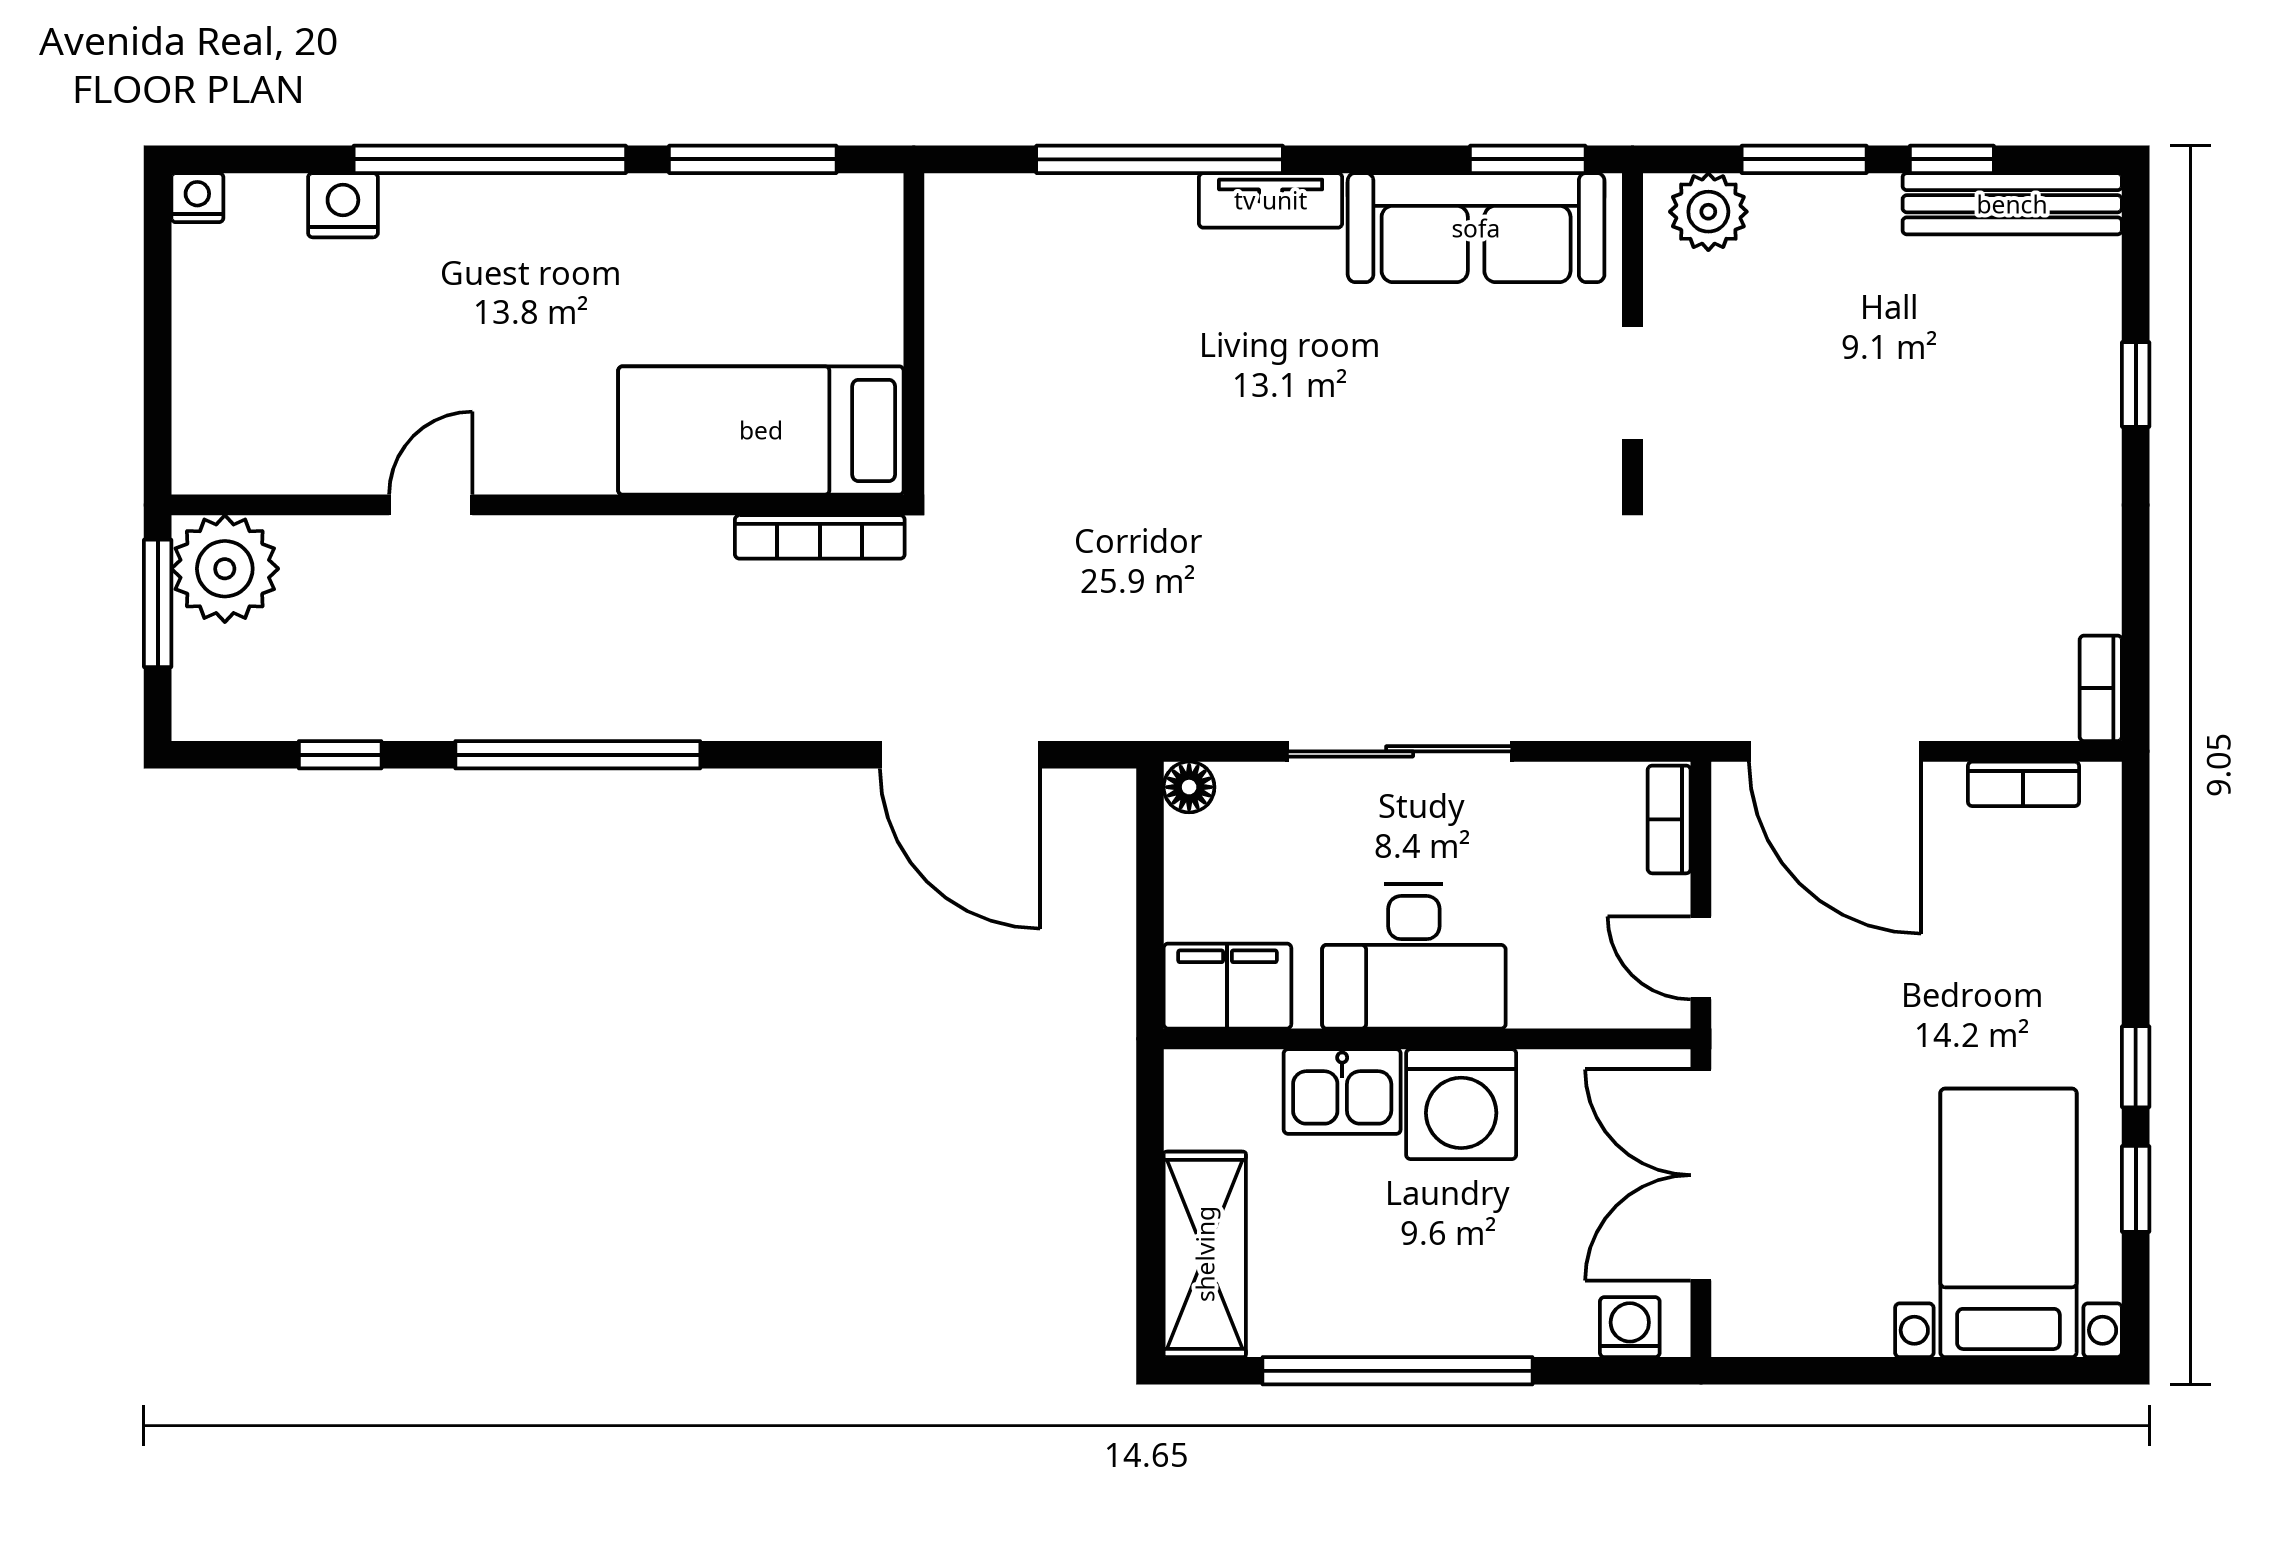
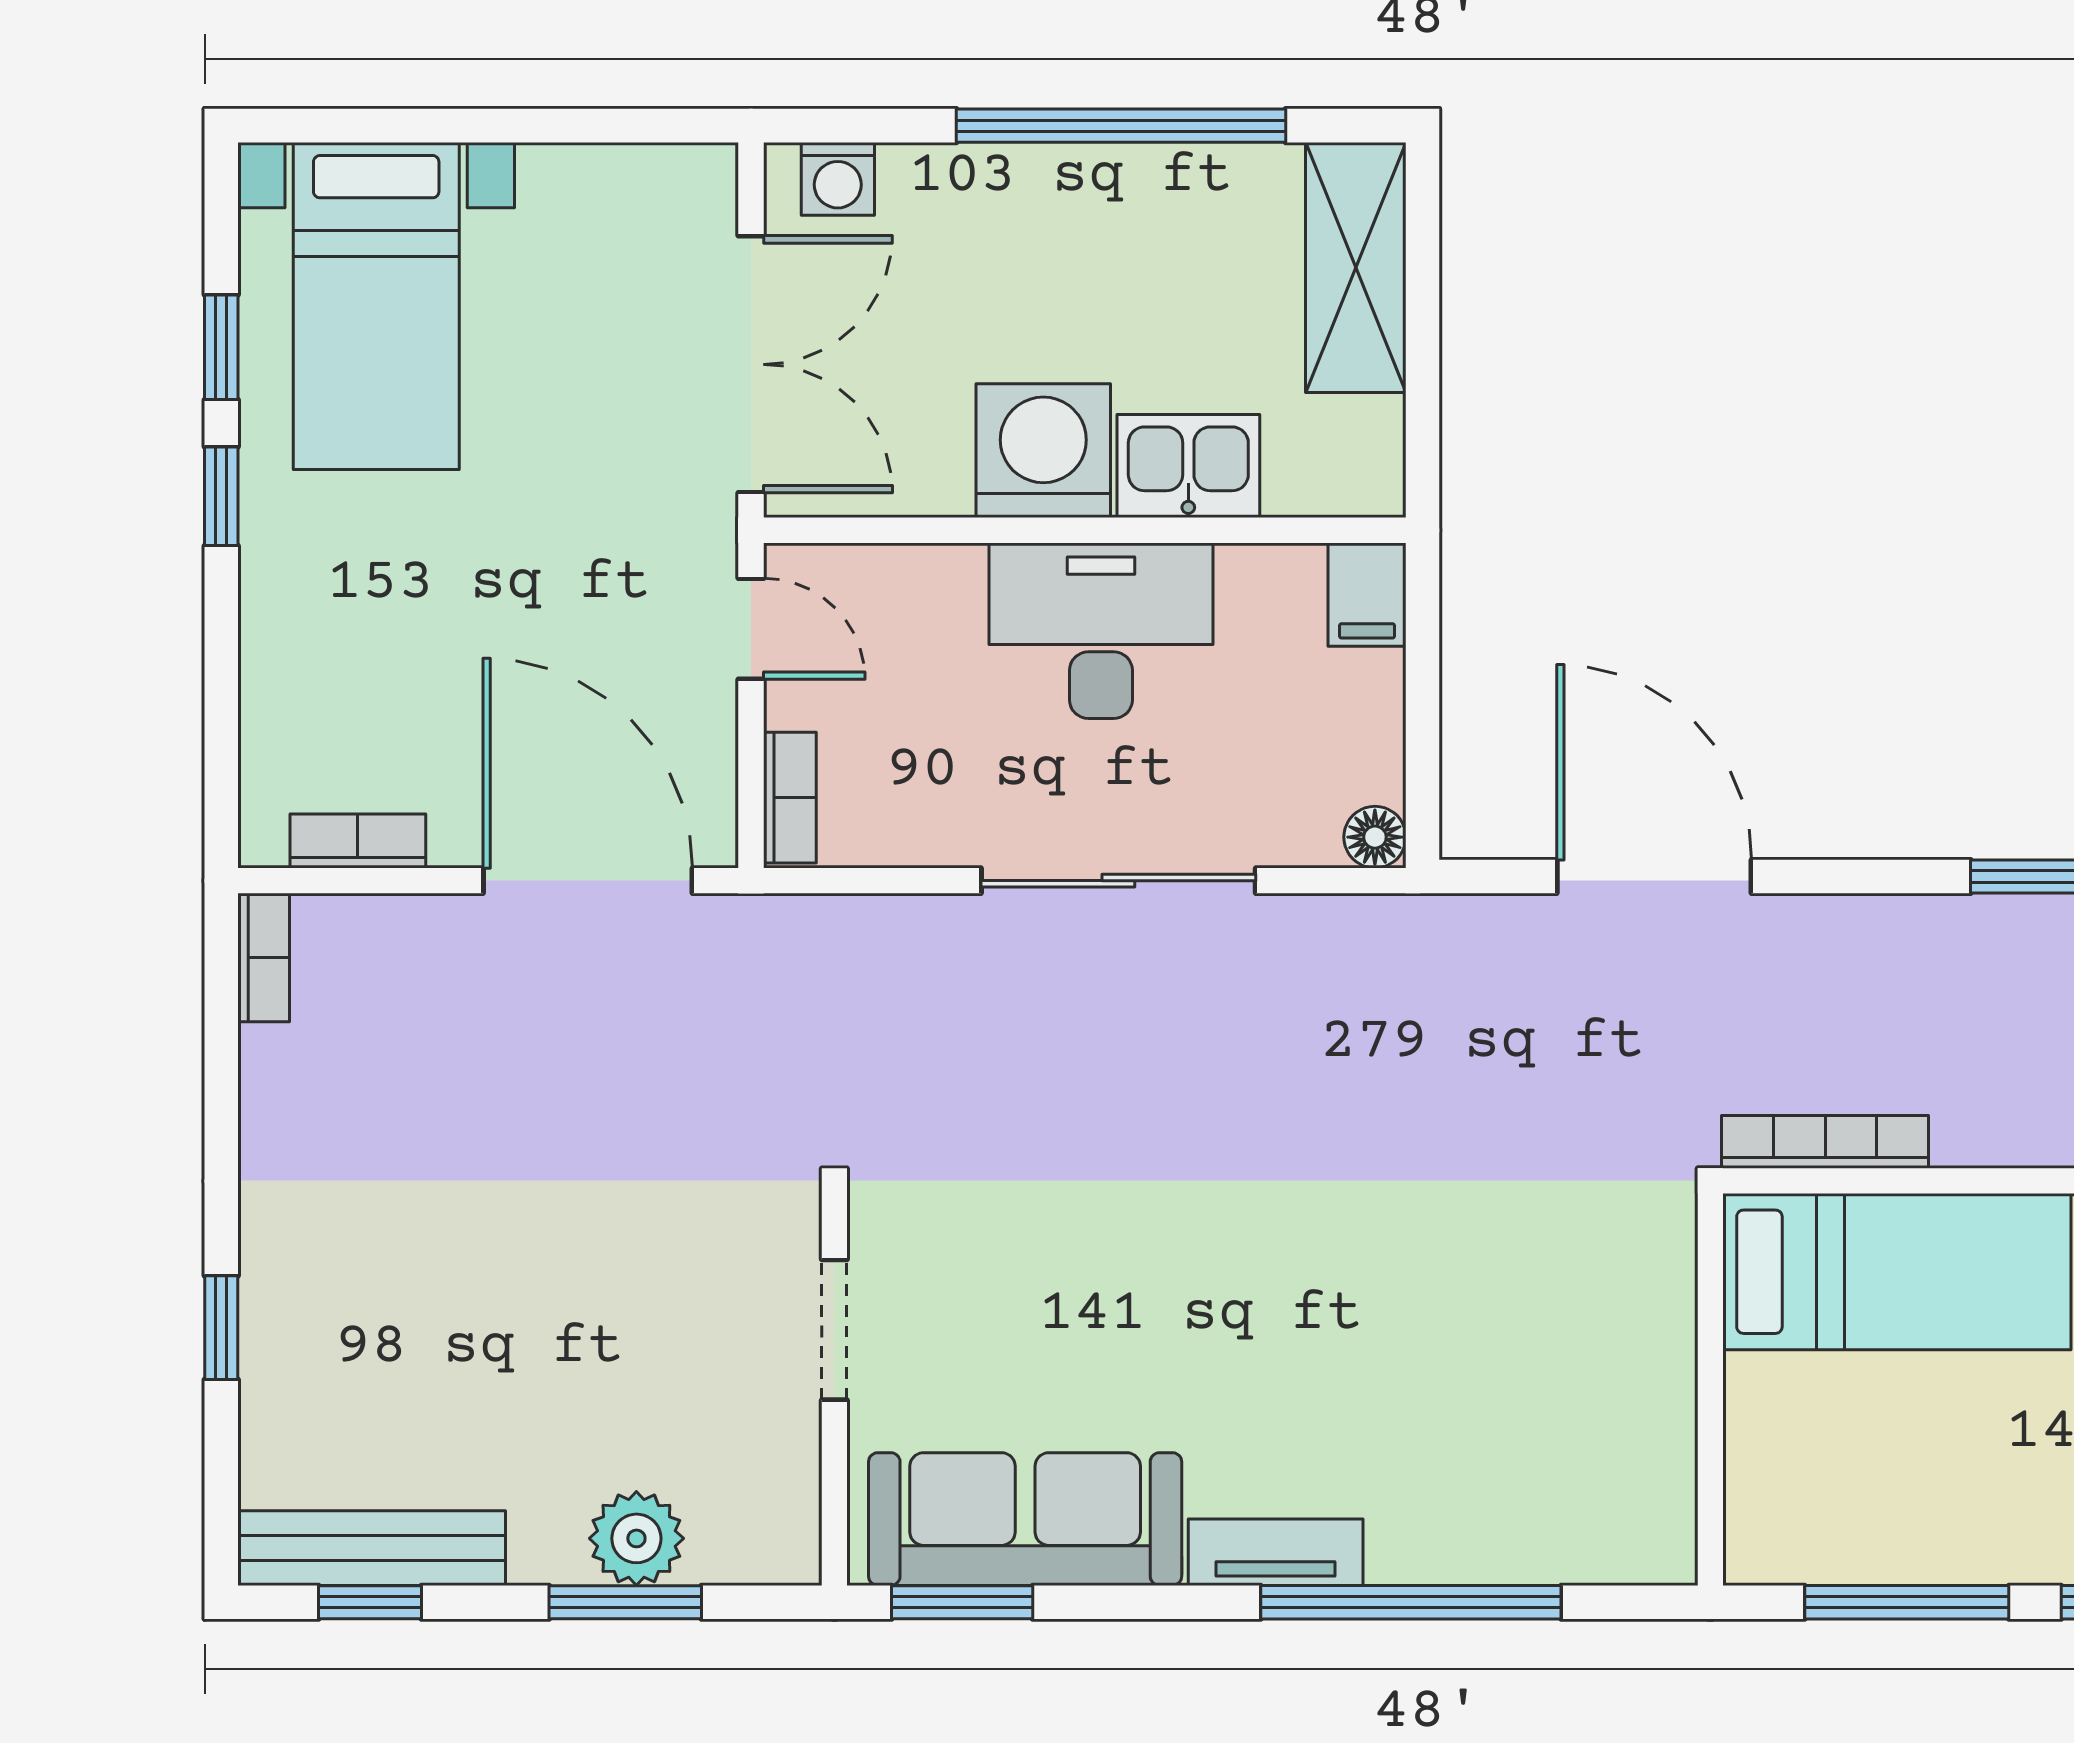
window: (1952, 159) -> (370, 1602), moved
plant: (1708, 212) -> (636, 1538), moved
filing cabinet: (1227, 986) -> (1367, 595), width x0.50

